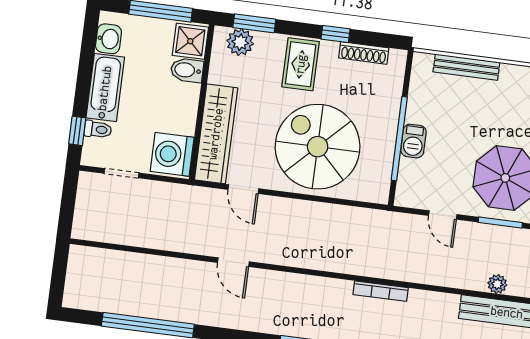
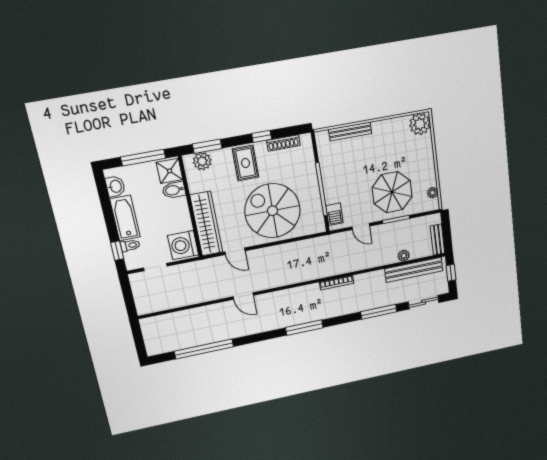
barbecue: (413, 141) -> (334, 214), moved

